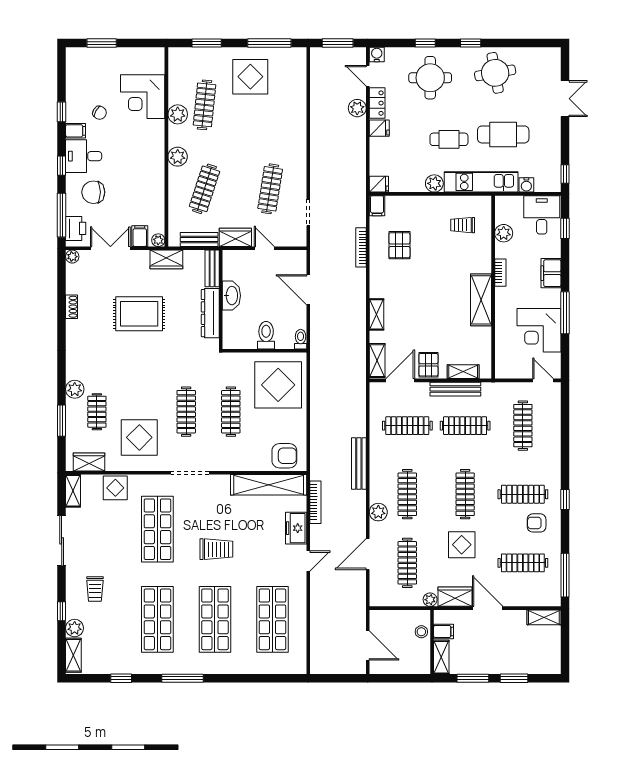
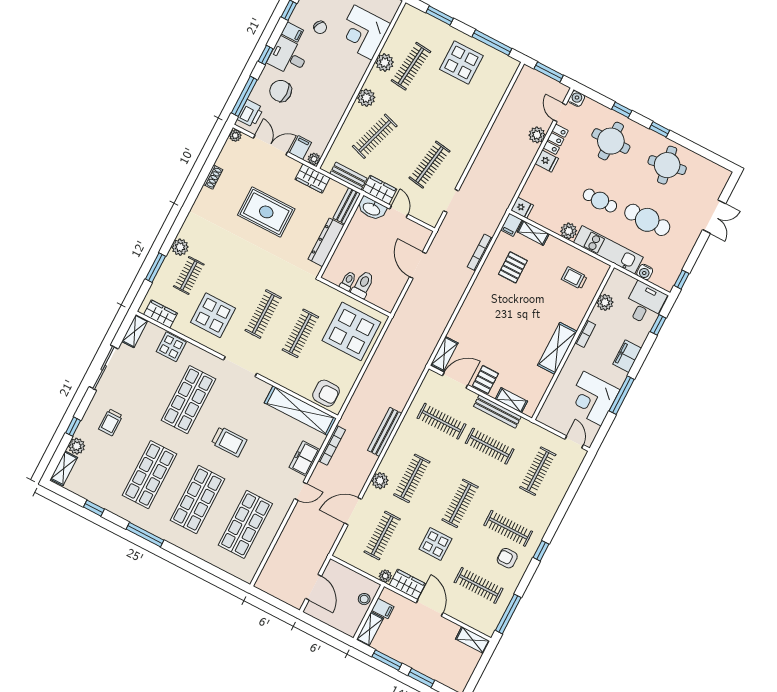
washbasin: (231, 296) -> (372, 209), moved, turned 90
shelving: (376, 314) -> (533, 233), moved, turned 90
toilet: (301, 339) -> (348, 281), moved

